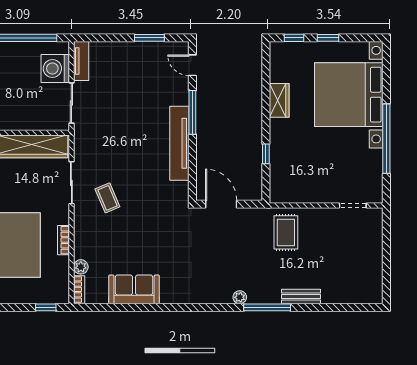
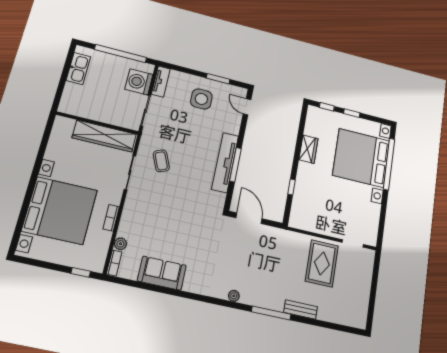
side table: (134, 70) -> (201, 99), added
window: (192, 112) -> (235, 165), moved
window: (386, 139) -> (389, 164), moved
coffee table: (107, 198) -> (161, 161), moved
rug: (286, 232) -> (322, 263), moved, width x1.36, depth x1.43
plant: (240, 297) -> (234, 296), moved

